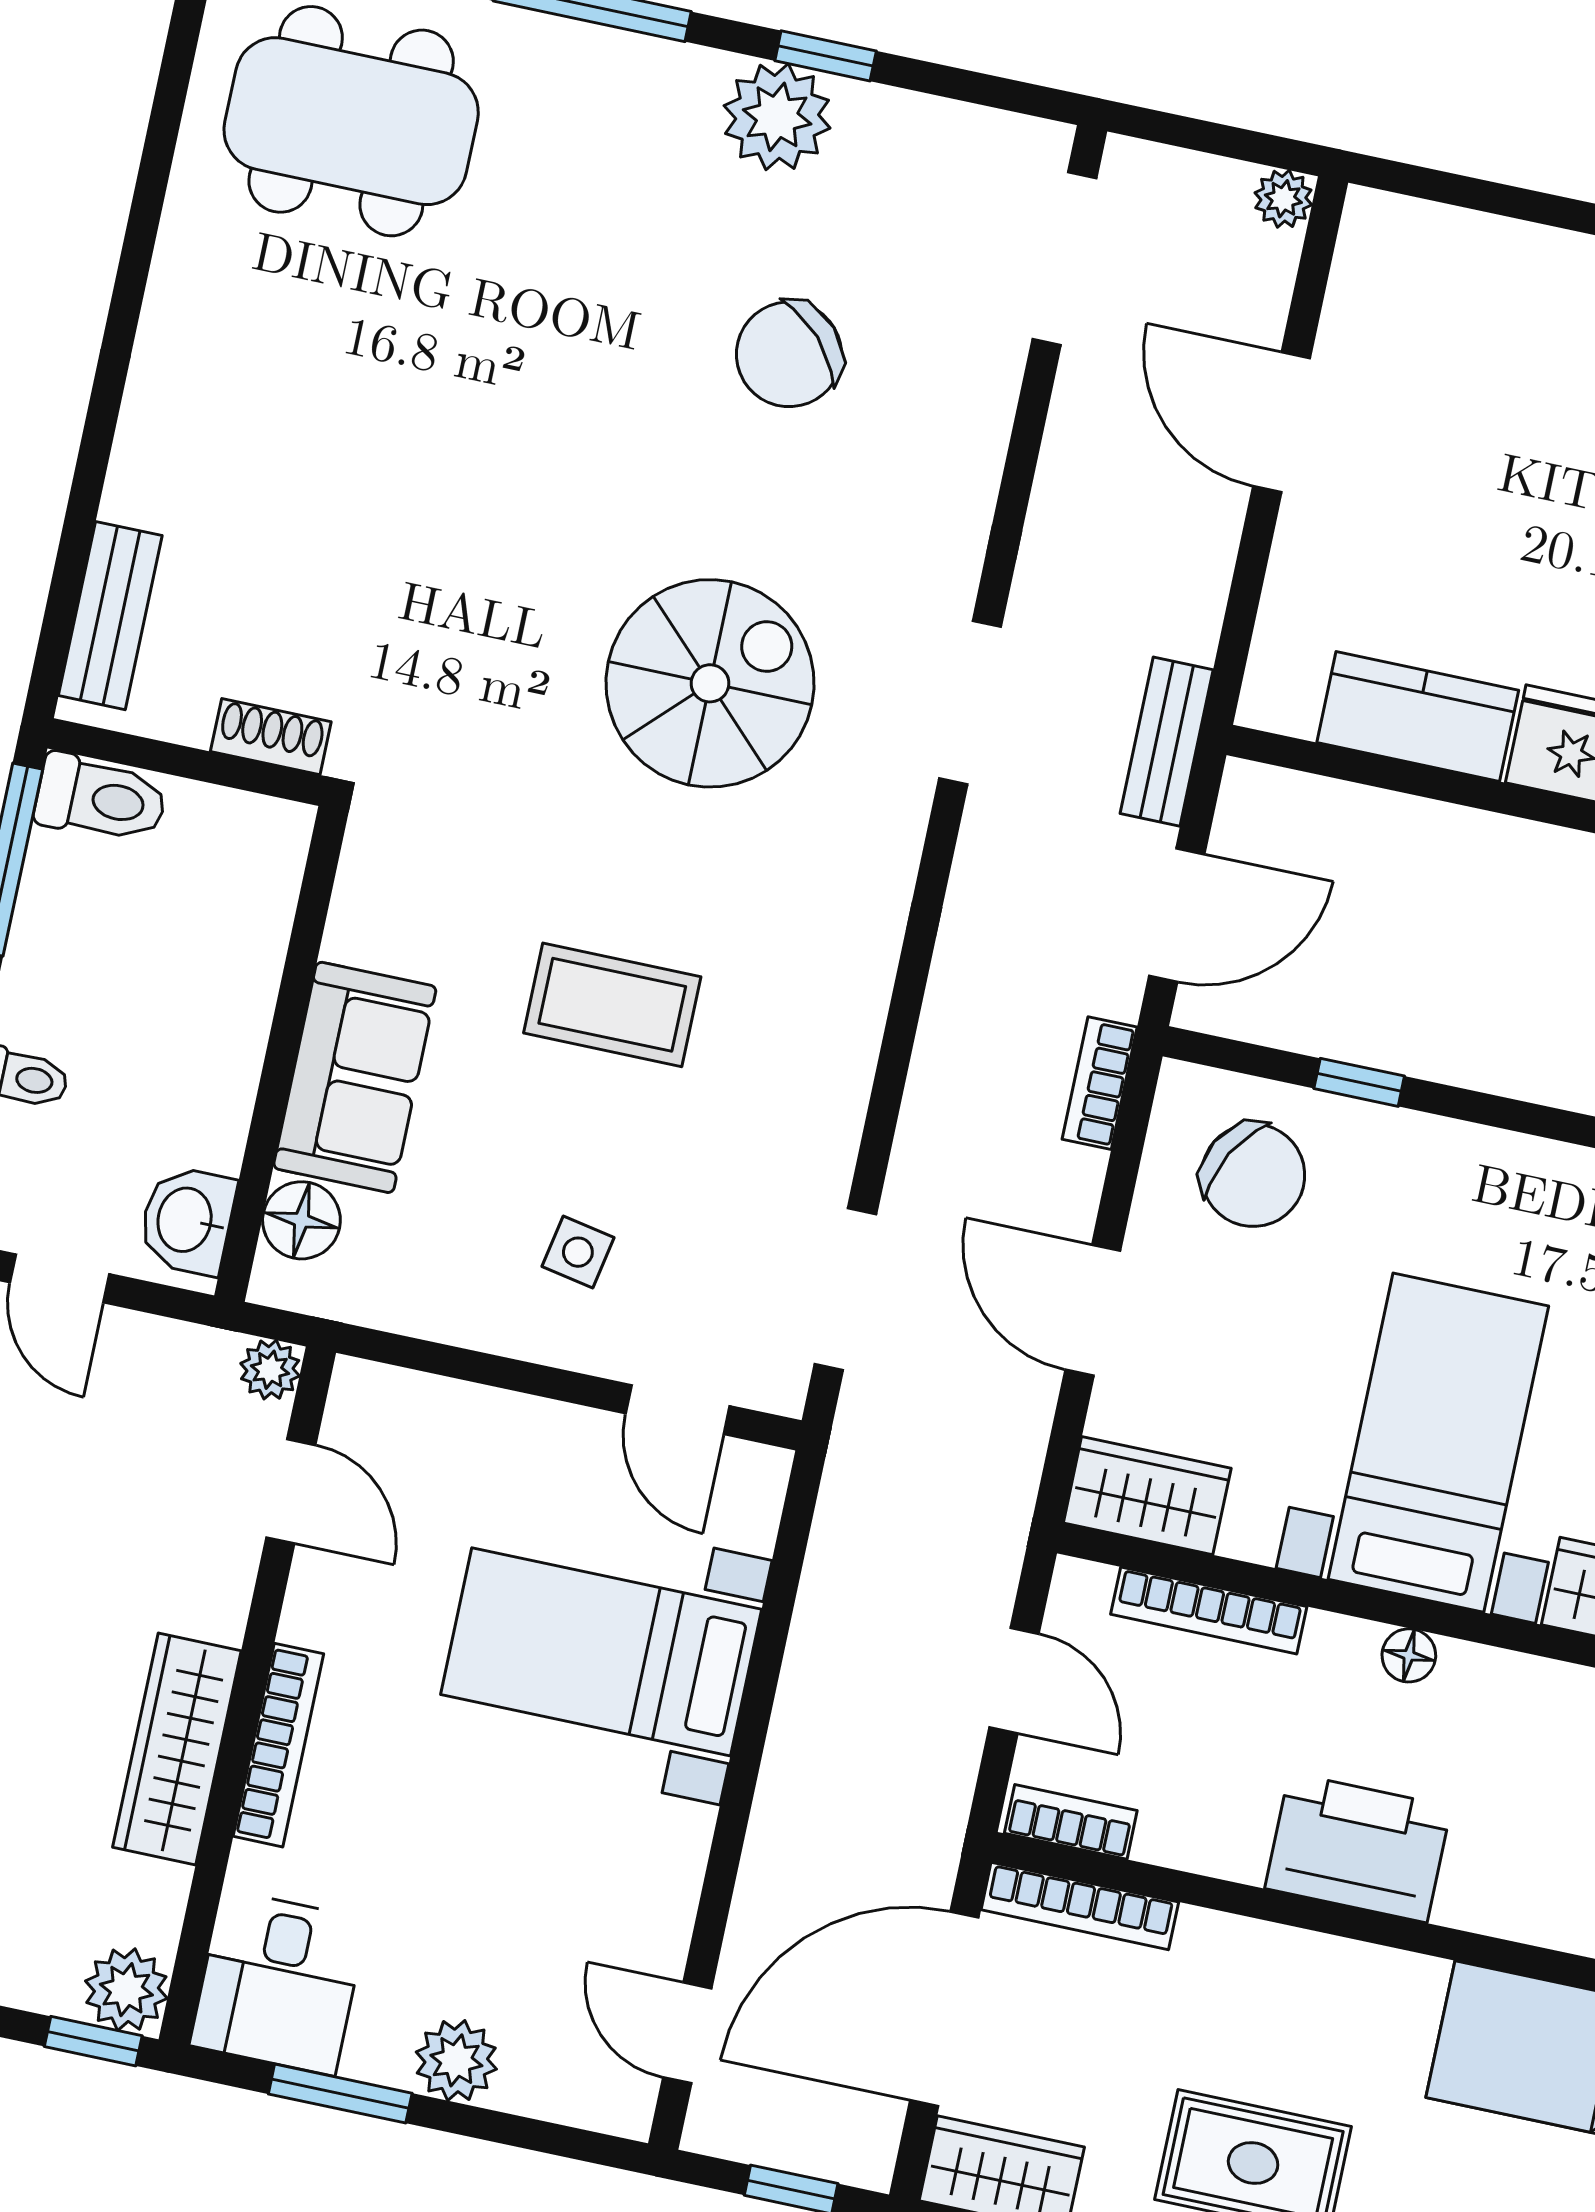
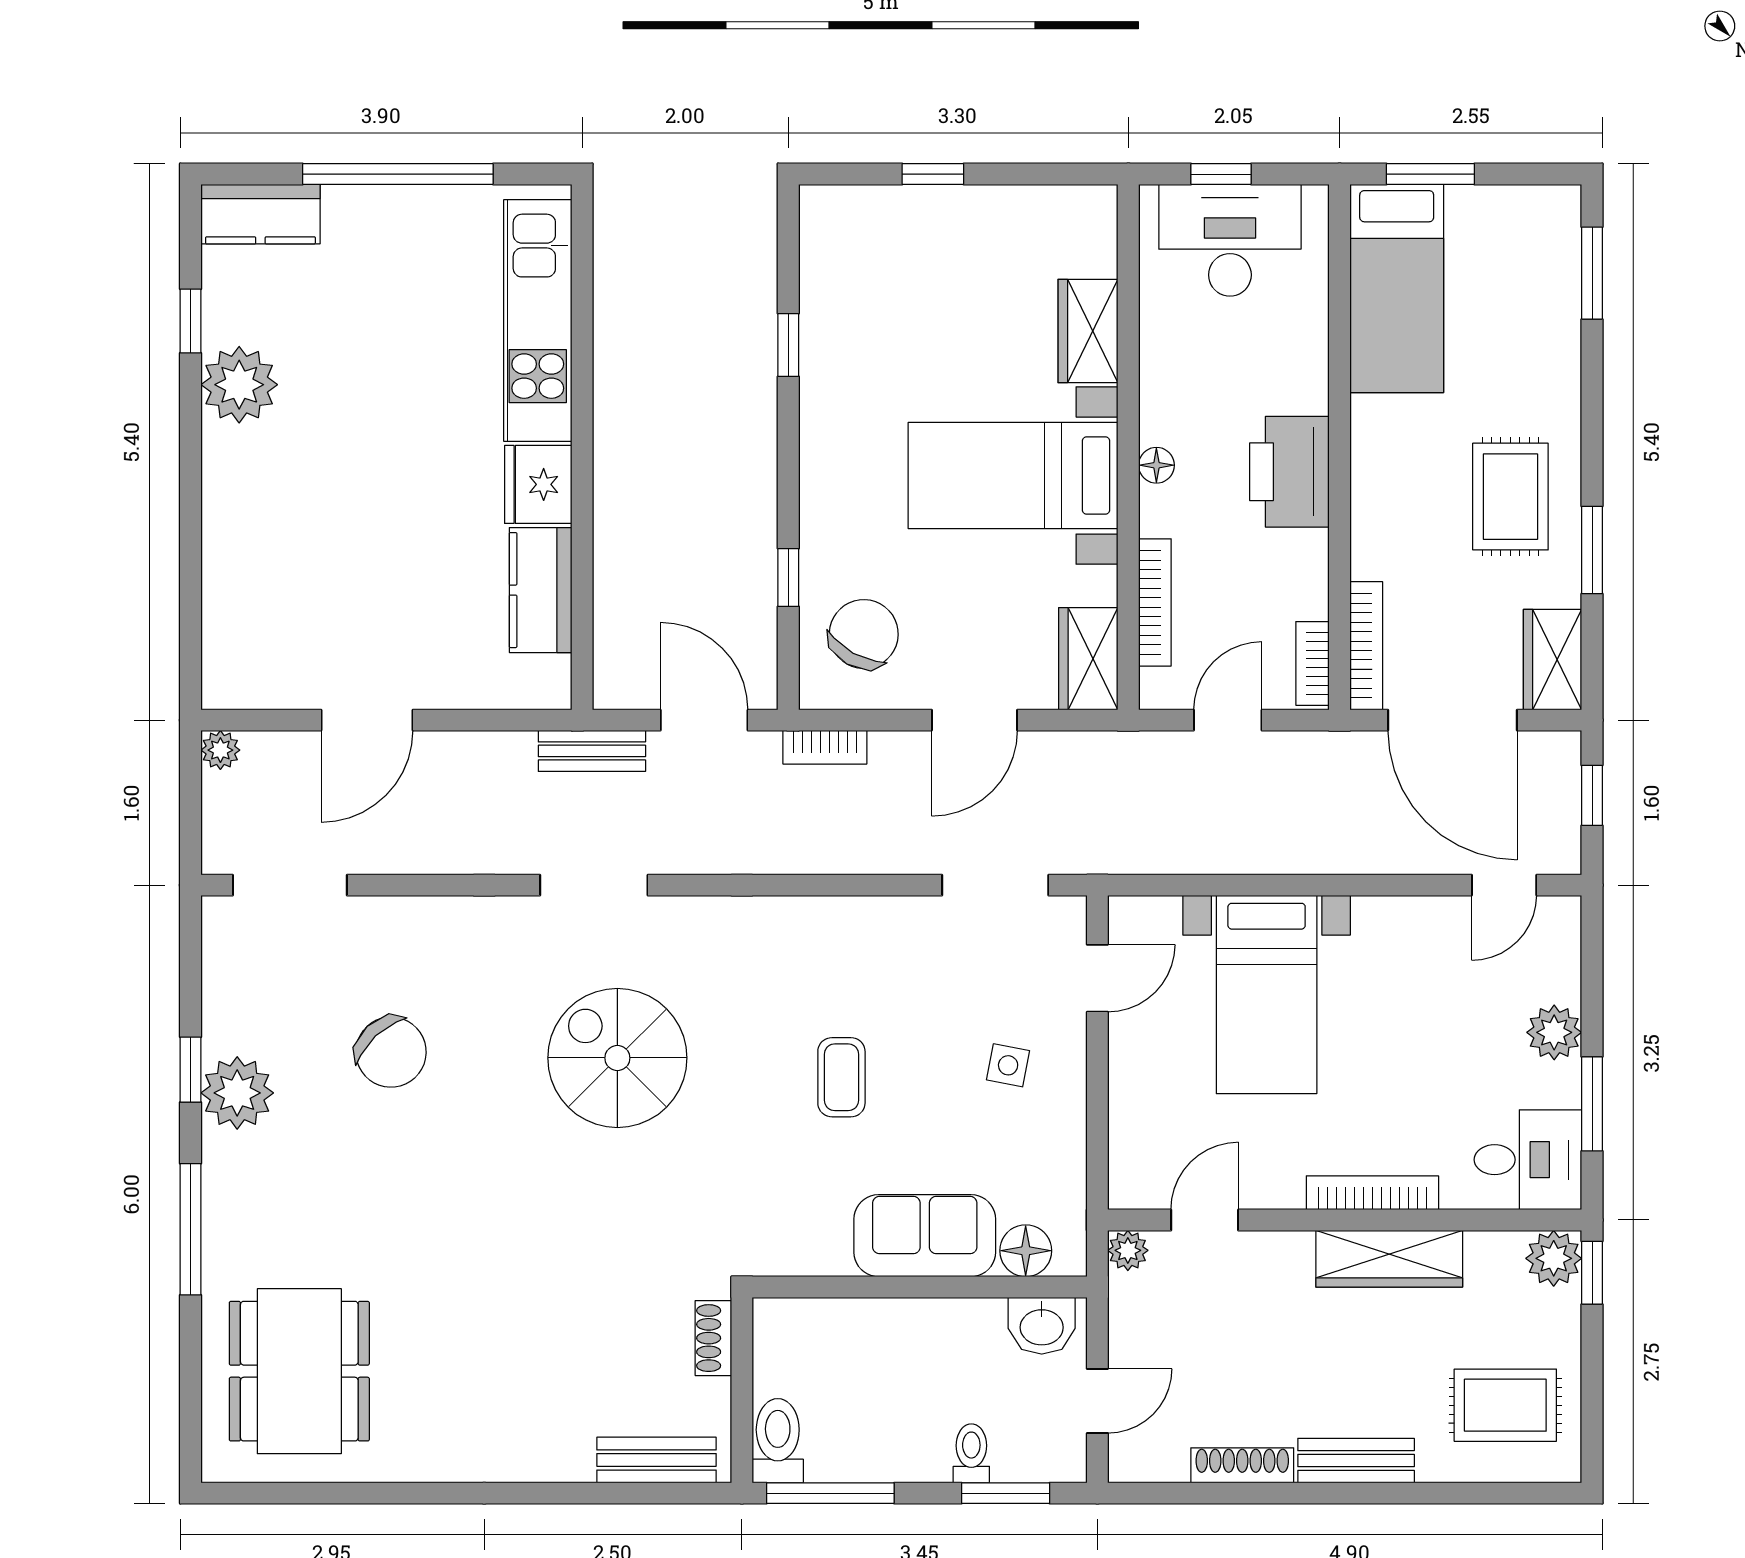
coffee table: (612, 1005) -> (841, 1077), width x0.73, depth x0.77

